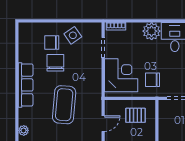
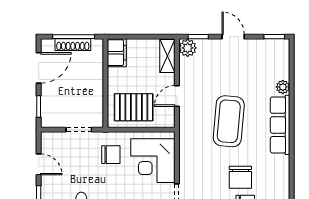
row of seats: (26, 85) -> (280, 125), moved
pallet: (135, 115) -> (134, 107), width x1.50, depth x1.42

